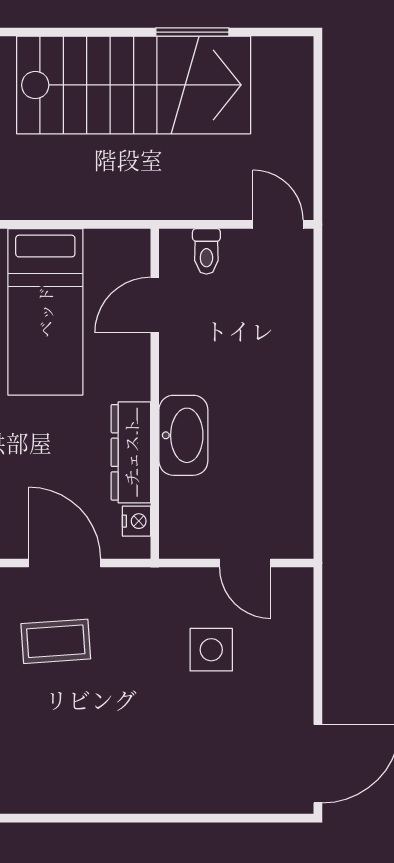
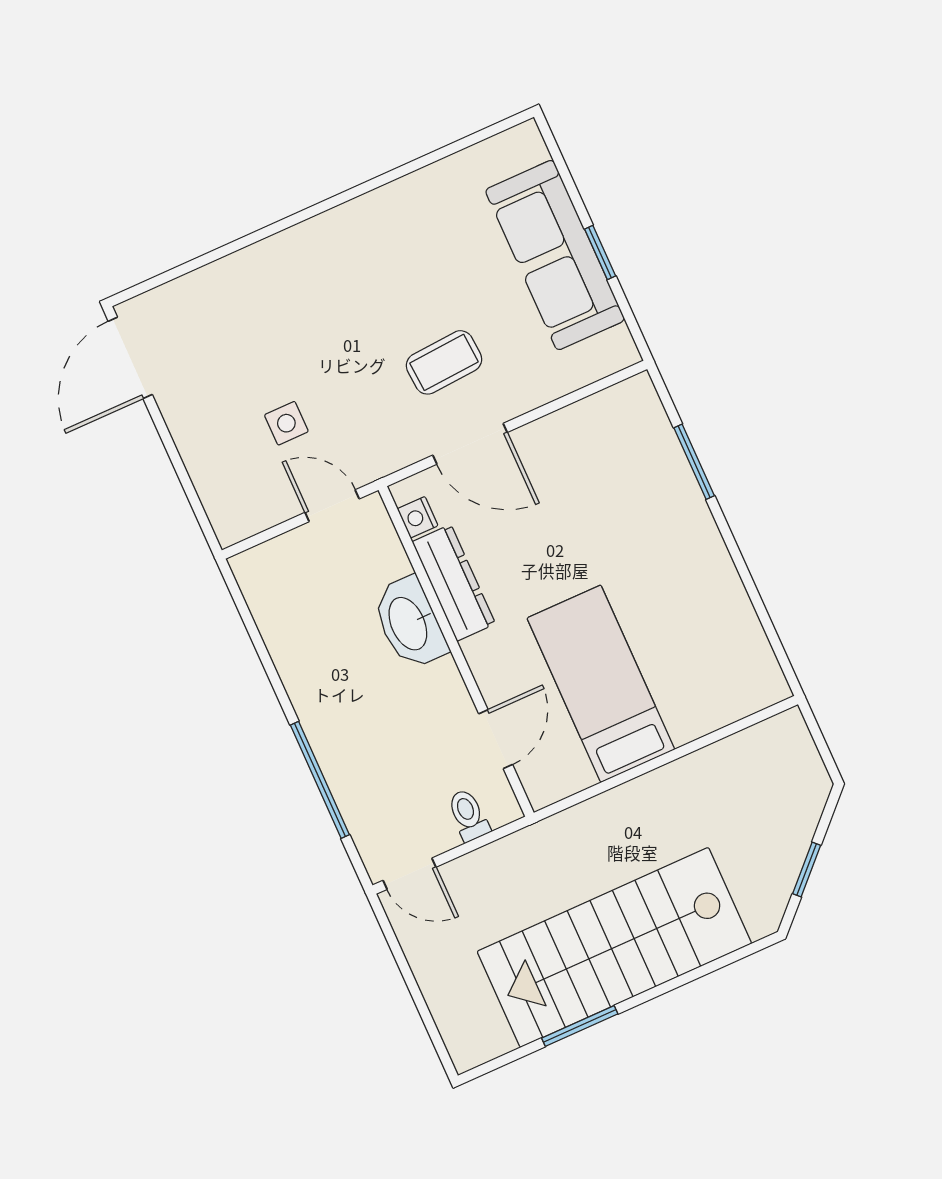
window: (318, 337) -> (320, 780), added
door: (245, 563) -> (332, 506), moved
side table: (211, 650) -> (286, 423), width x0.73, depth x0.73

